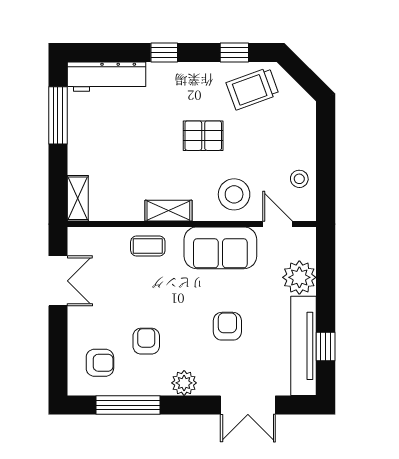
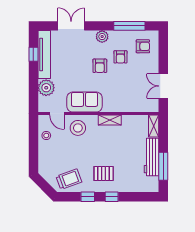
window: (234, 52) -> (88, 197), moved
workbench: (106, 77) -> (152, 157), moved, turned -90
pallet: (203, 136) -> (104, 173), moved
coffee table: (148, 246) -> (120, 103), removed
armchair: (227, 326) -> (100, 66), moved
armchair: (100, 363) -> (143, 46), turned 180

